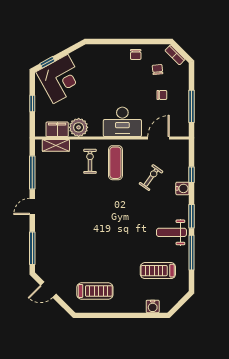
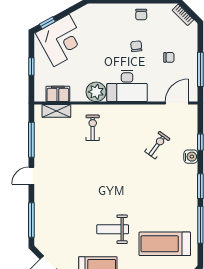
chair: (158, 70) -> (136, 46), moved
plant: (79, 127) -> (96, 92), moved
door: (158, 138) -> (177, 103), moved
exercise mat: (115, 163) -> (120, 129), removed
weight bench: (171, 232) -> (113, 229), moved
treadmill: (158, 271) -> (165, 244), width x1.37, depth x1.37

